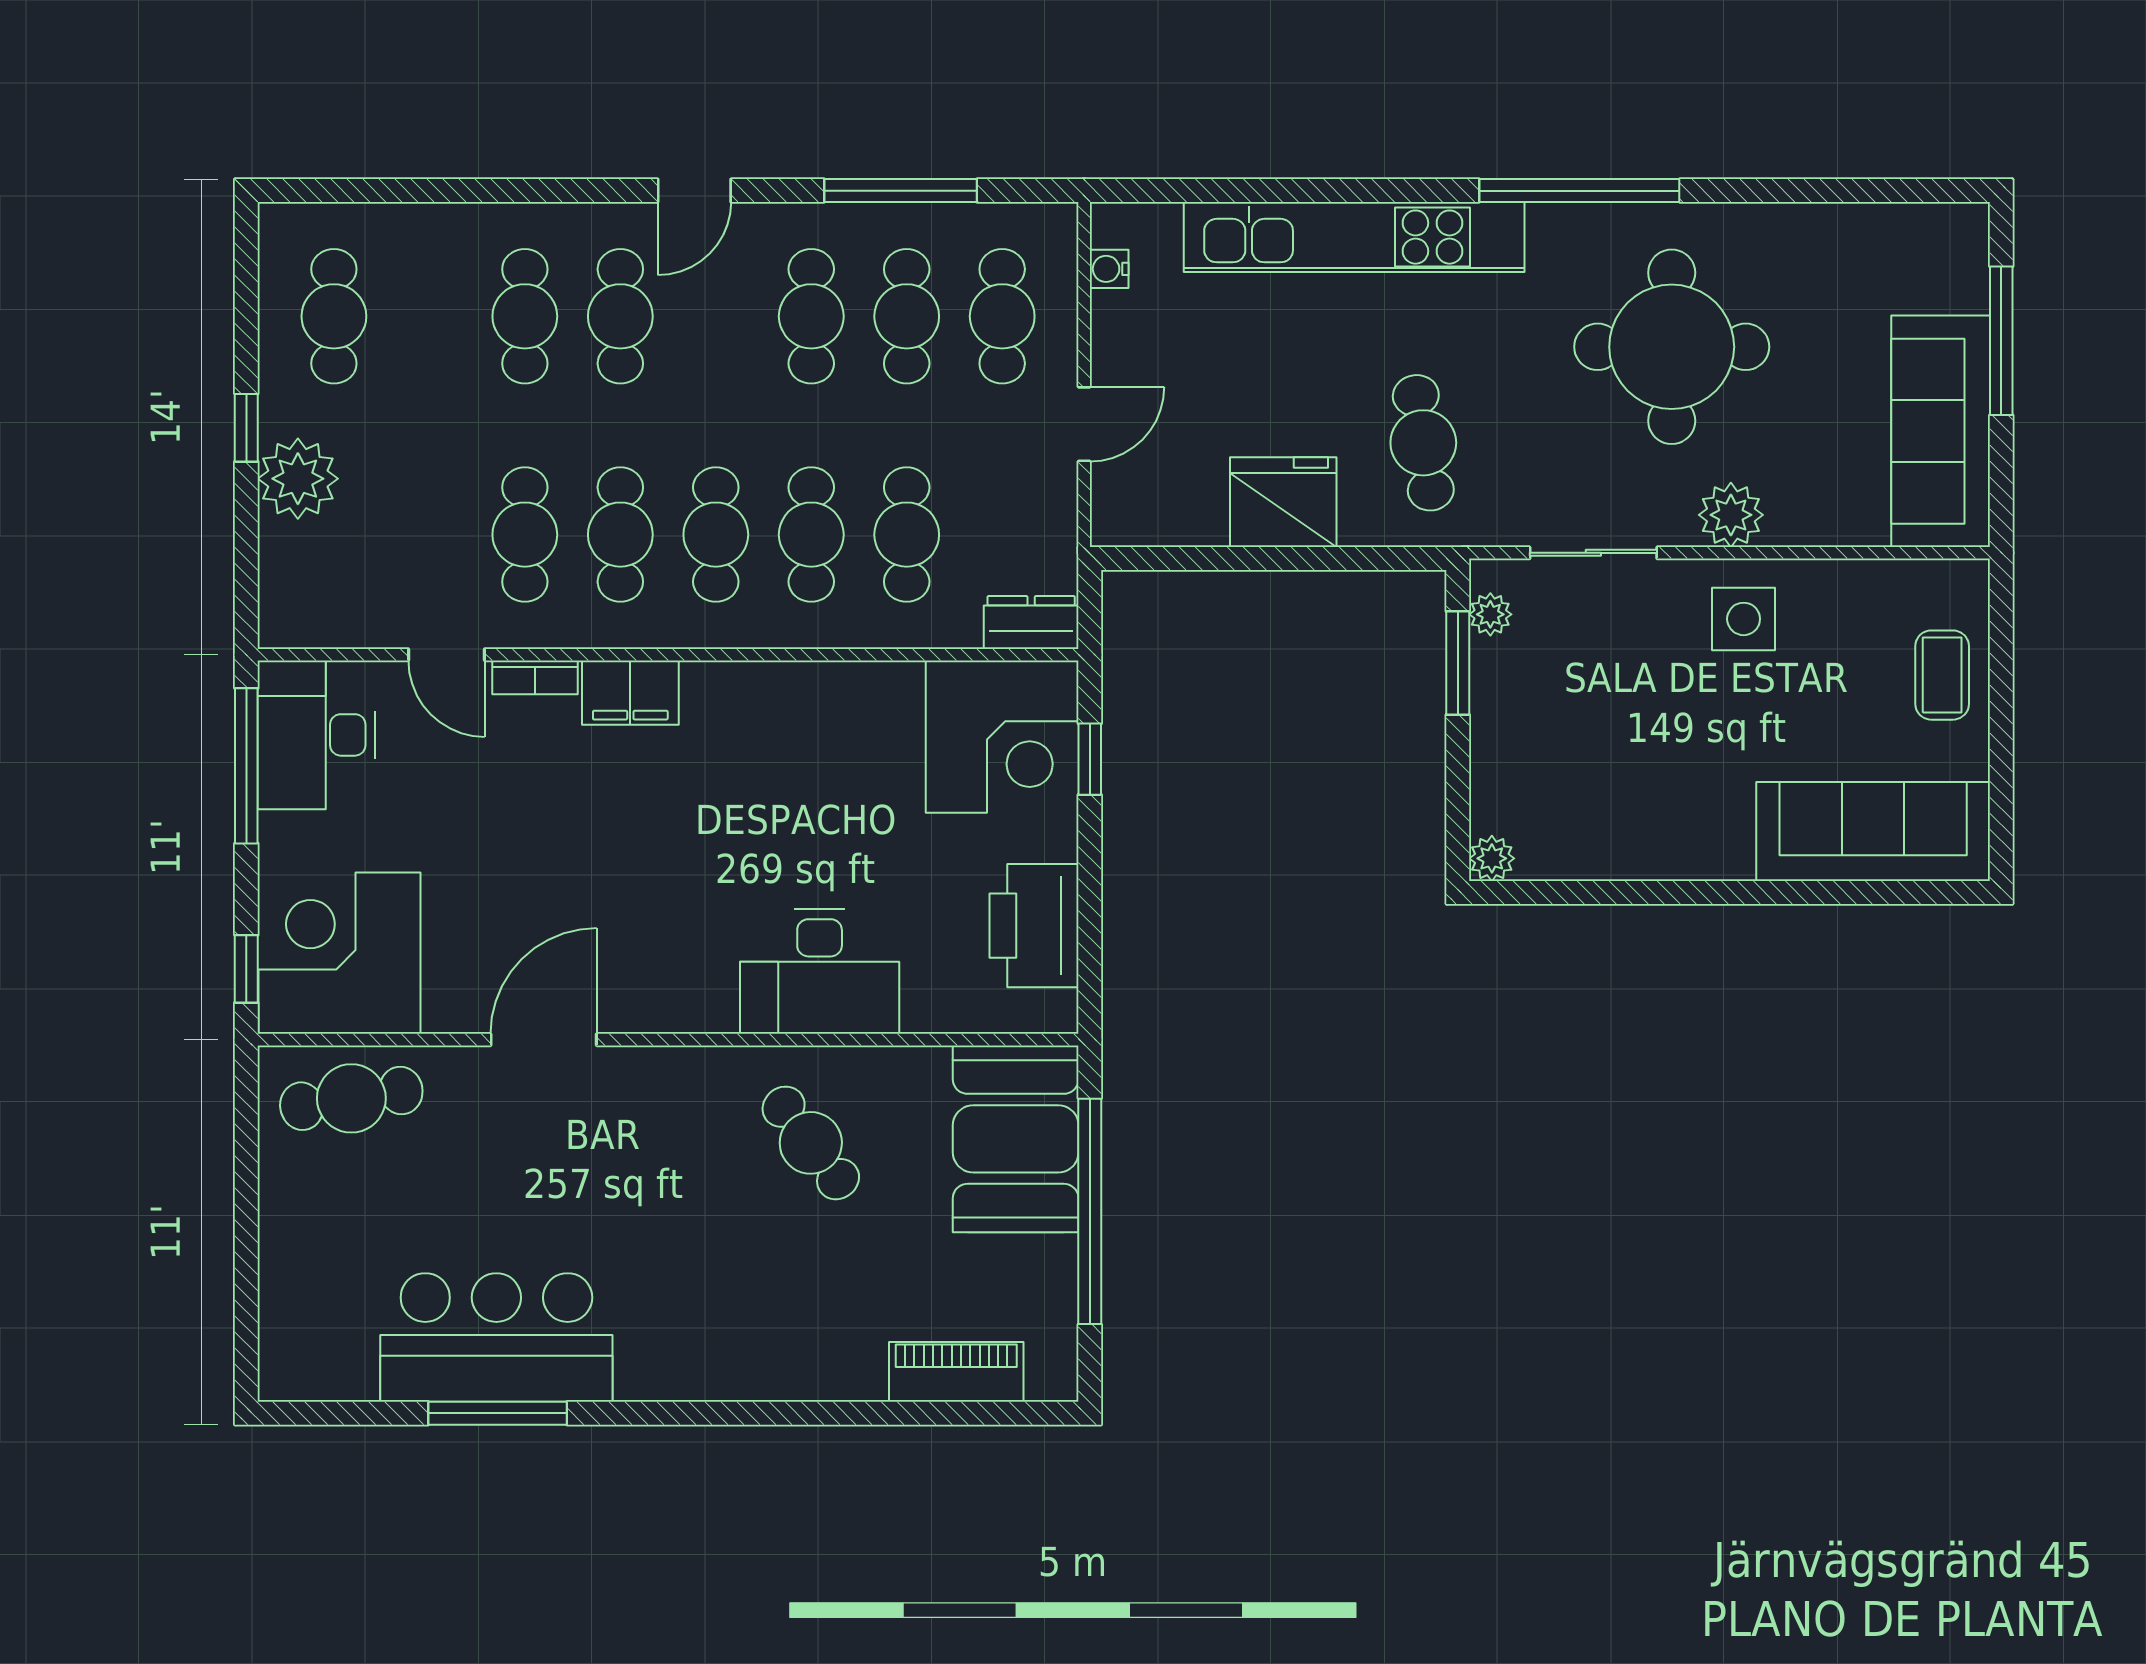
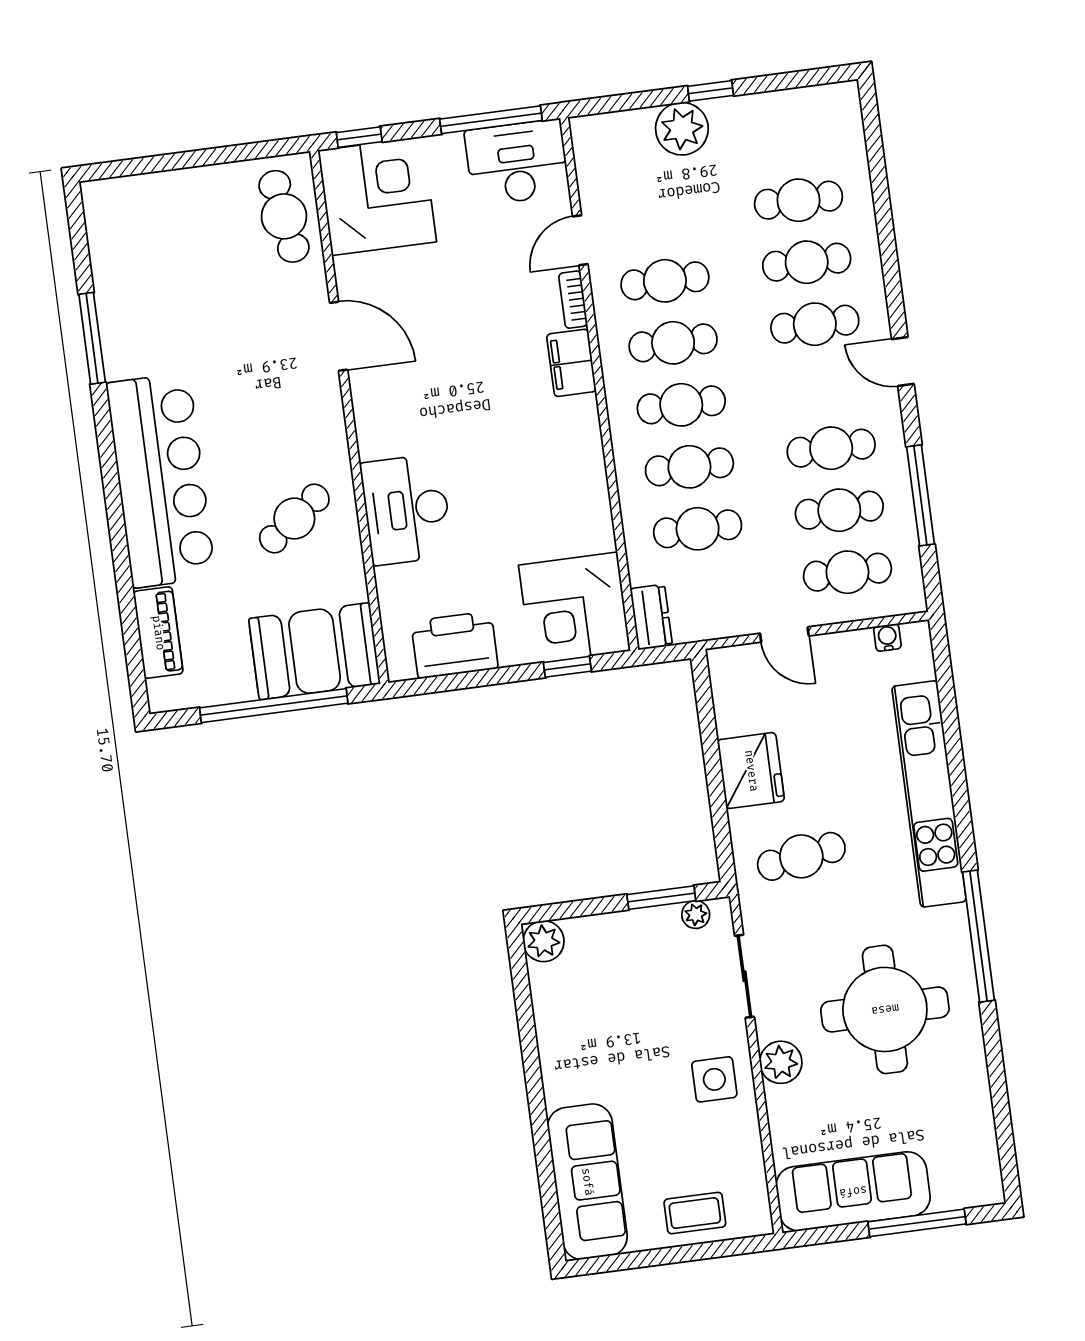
cafe table: (334, 316) -> (798, 200), moved
plant: (1492, 858) -> (544, 941), width x1.38, depth x1.38
bar counter: (496, 1337) -> (161, 480), moved, width x1.36

